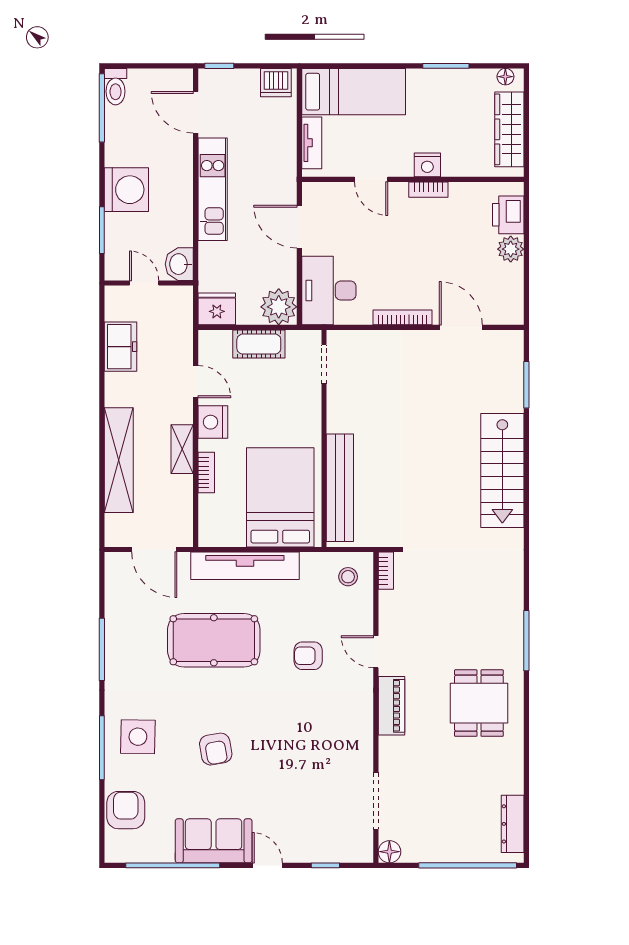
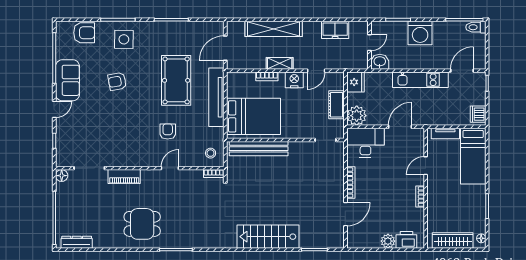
nightstand: (427, 165) -> (433, 196), removed
piano: (391, 706) -> (124, 177), moved

